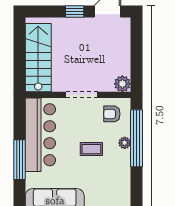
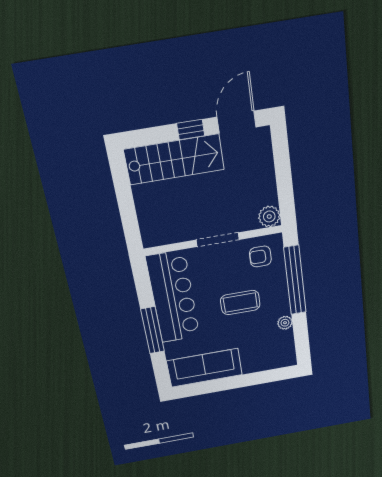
stairs: (38, 58) -> (174, 159), moved, turned 90
plant: (125, 143) -> (285, 323), moved
coffee table: (91, 149) -> (240, 303), width x1.36, depth x1.30

